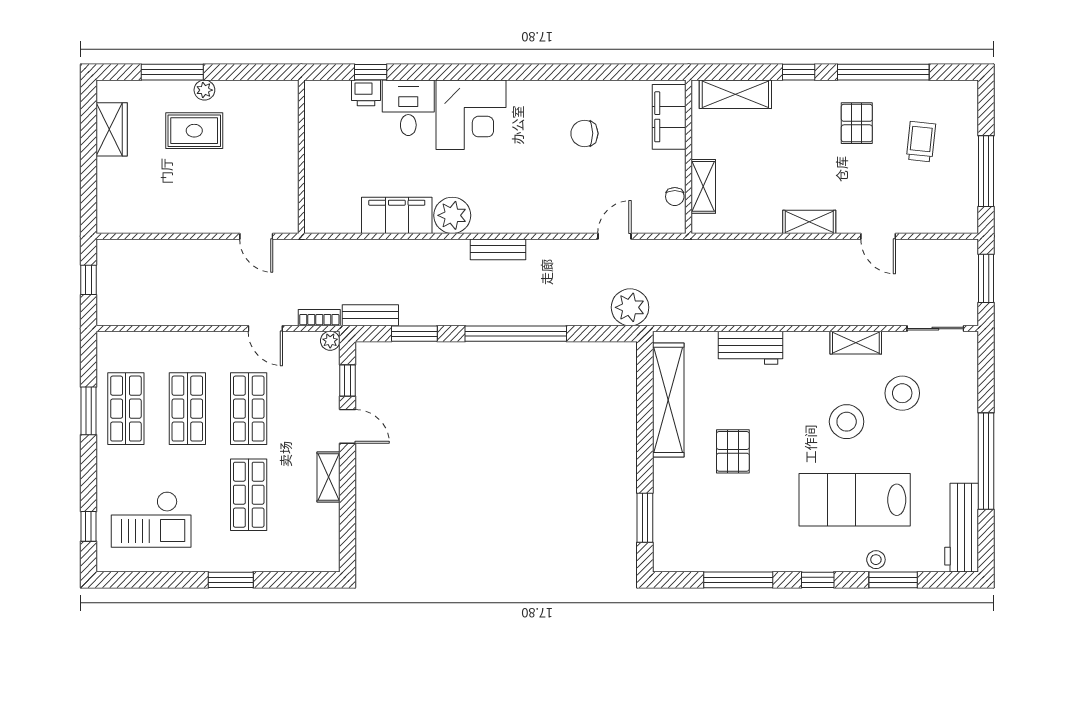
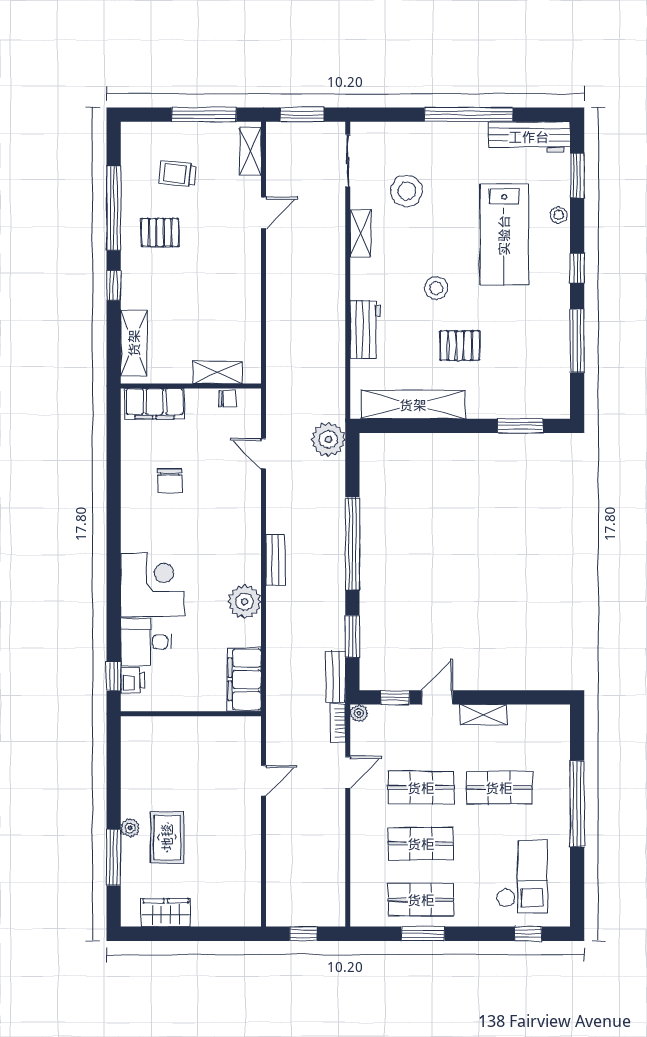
wall: (301, 157) -> (191, 714), moved
filing cabinet: (397, 215) -> (245, 679), moved
shelving: (809, 222) -> (250, 151), moved
stool: (847, 422) -> (436, 288), moved, width x0.73, depth x0.73
window: (231, 580) -> (577, 804), width x2.11
window: (893, 580) -> (577, 176), moved

